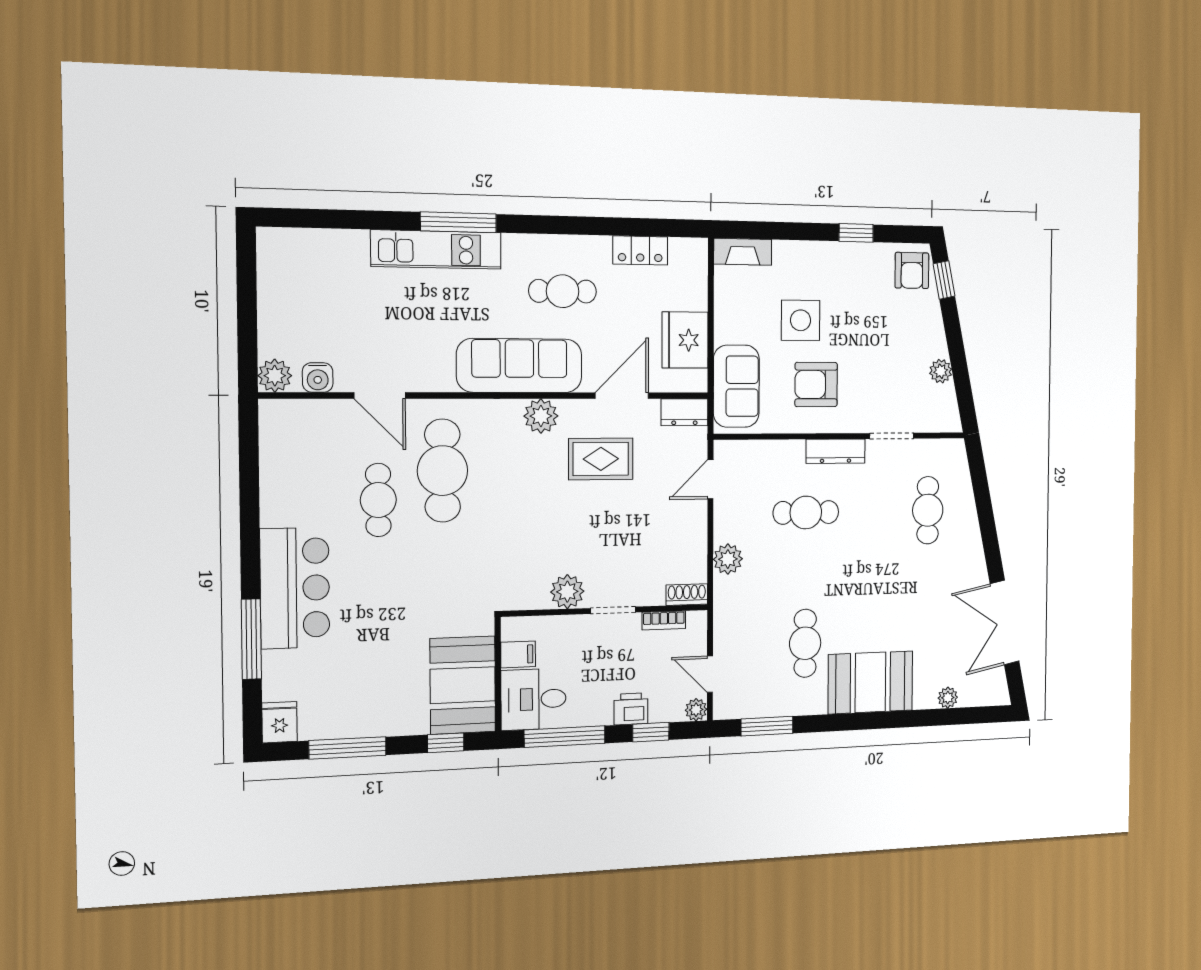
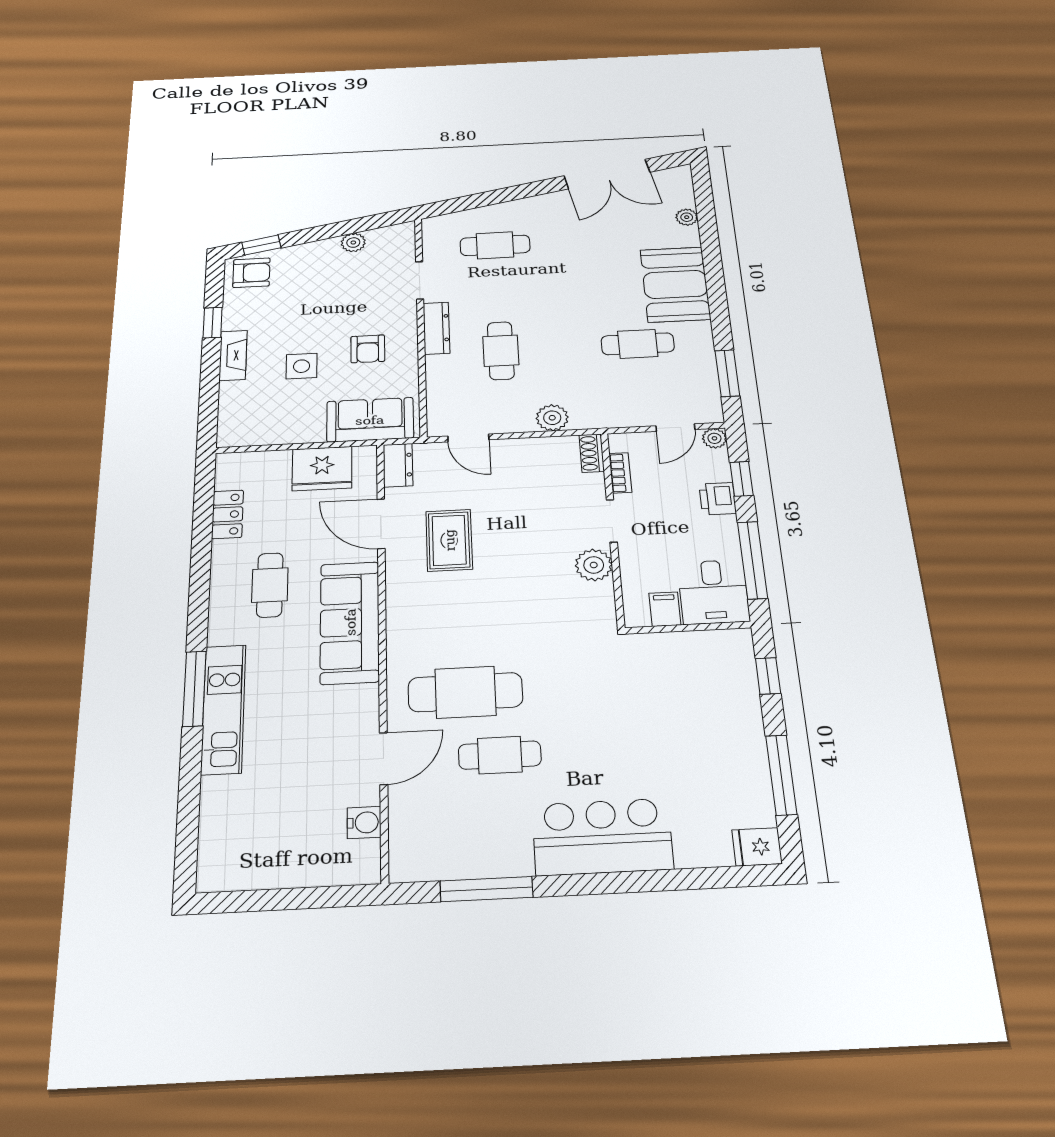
fireplace: (743, 252) -> (233, 355), moved
side table: (801, 320) -> (302, 366), width x0.73, depth x0.73
plant: (275, 376) -> (362, 867), removed
armchair: (816, 385) -> (368, 349), width x0.72, depth x0.72
plant: (541, 416) -> (404, 599), removed
window: (251, 639) -> (486, 889), moved
booth: (463, 685) -> (702, 662), removed

